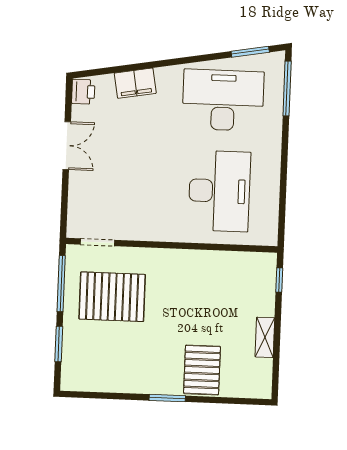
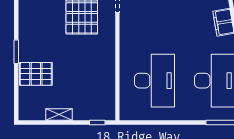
desk: (219, 191) -> (154, 81), turned -90

